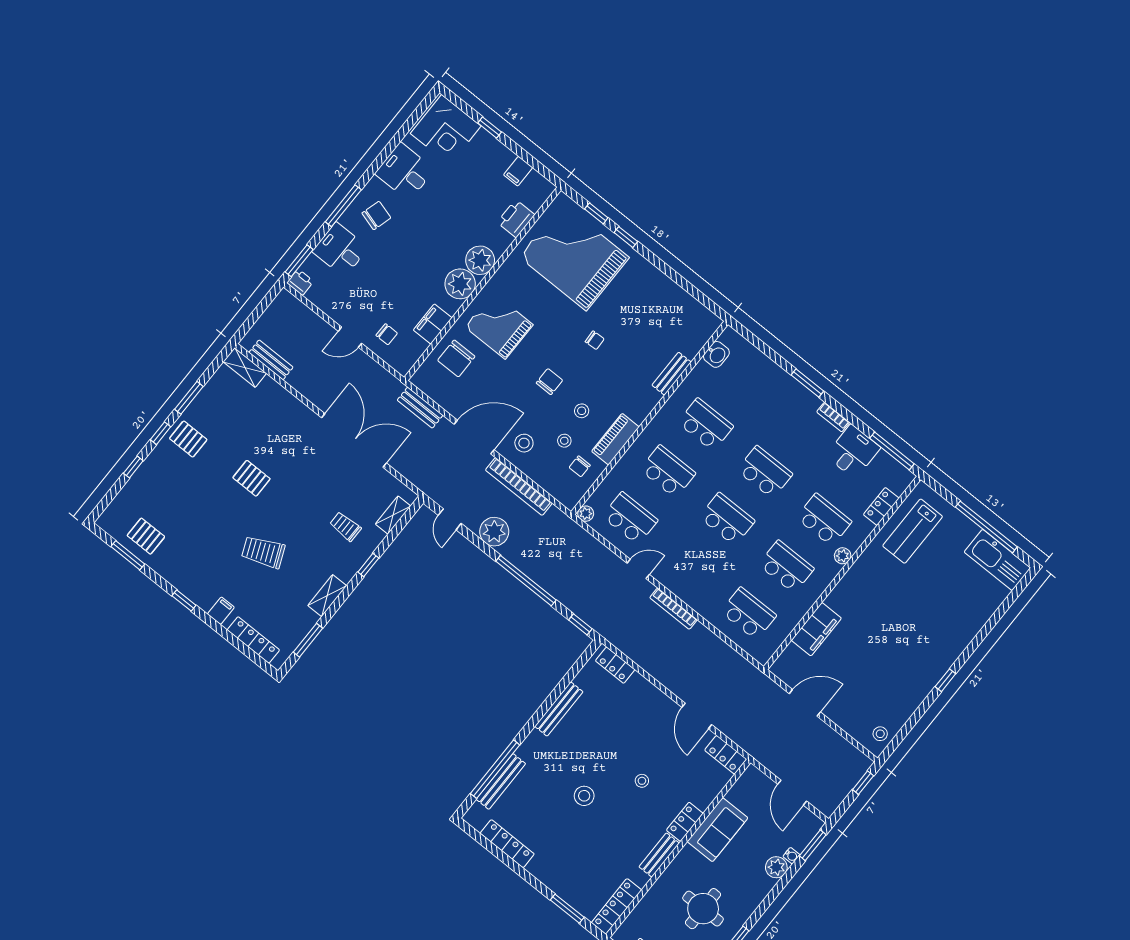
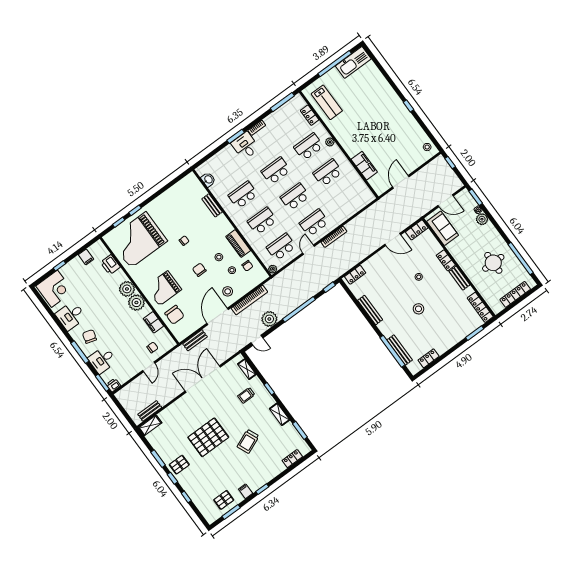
desk: (853, 452) -> (245, 146), moved
pallet: (251, 478) -> (208, 437), width x2.05, depth x2.00
filing cabinet: (221, 611) -> (246, 491), moved
school desk: (748, 614) -> (314, 223), moved
locker: (253, 640) -> (292, 459), width x0.66
sofa: (717, 830) -> (443, 228), moved
locker: (507, 844) -> (429, 358), width x0.66

